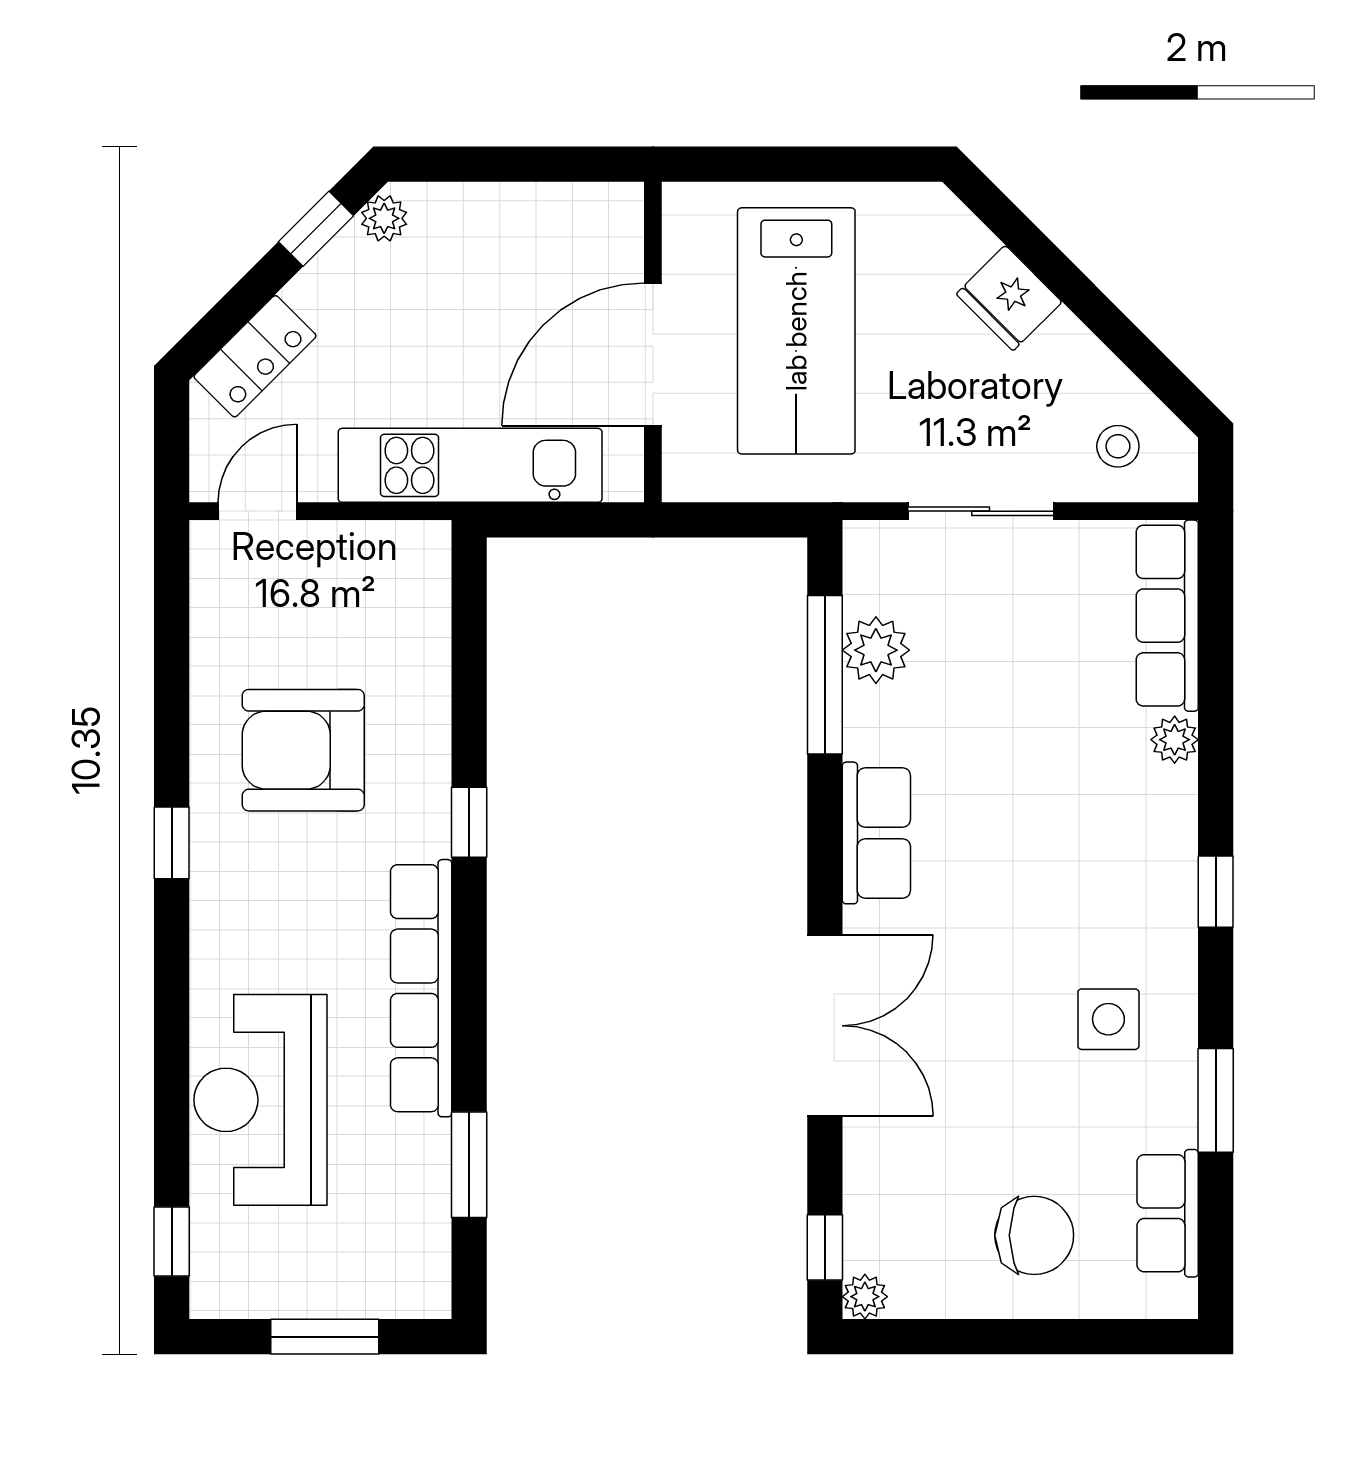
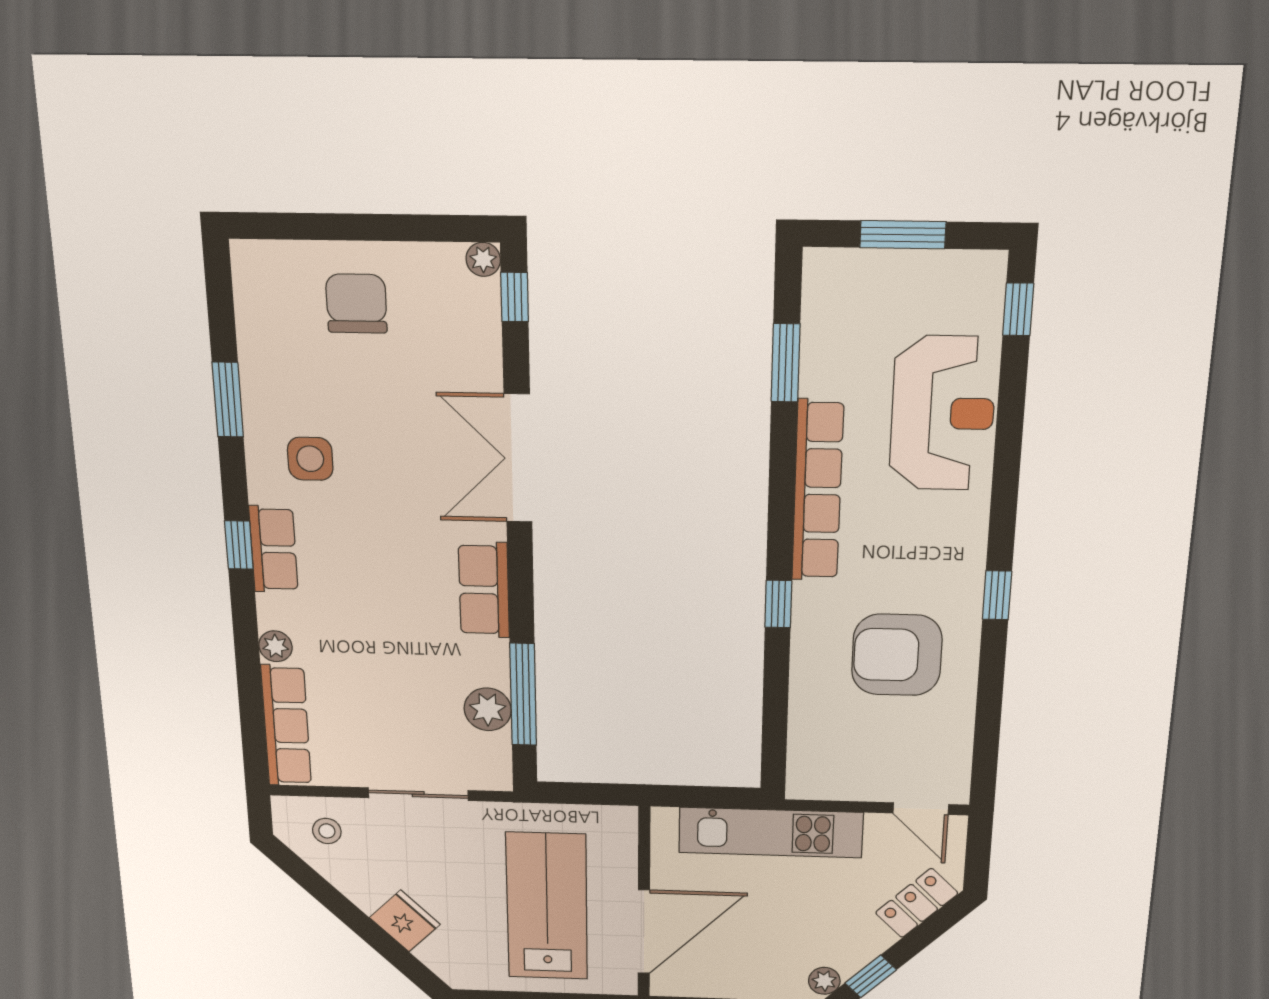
door: (653, 354) -> (644, 932), moved
door: (257, 511) -> (921, 809), hinge flipped
armchair: (303, 750) -> (897, 655), turned 180
row of seats: (1168, 1213) -> (273, 549), moved
chair: (1034, 1235) -> (356, 304), turned 90

